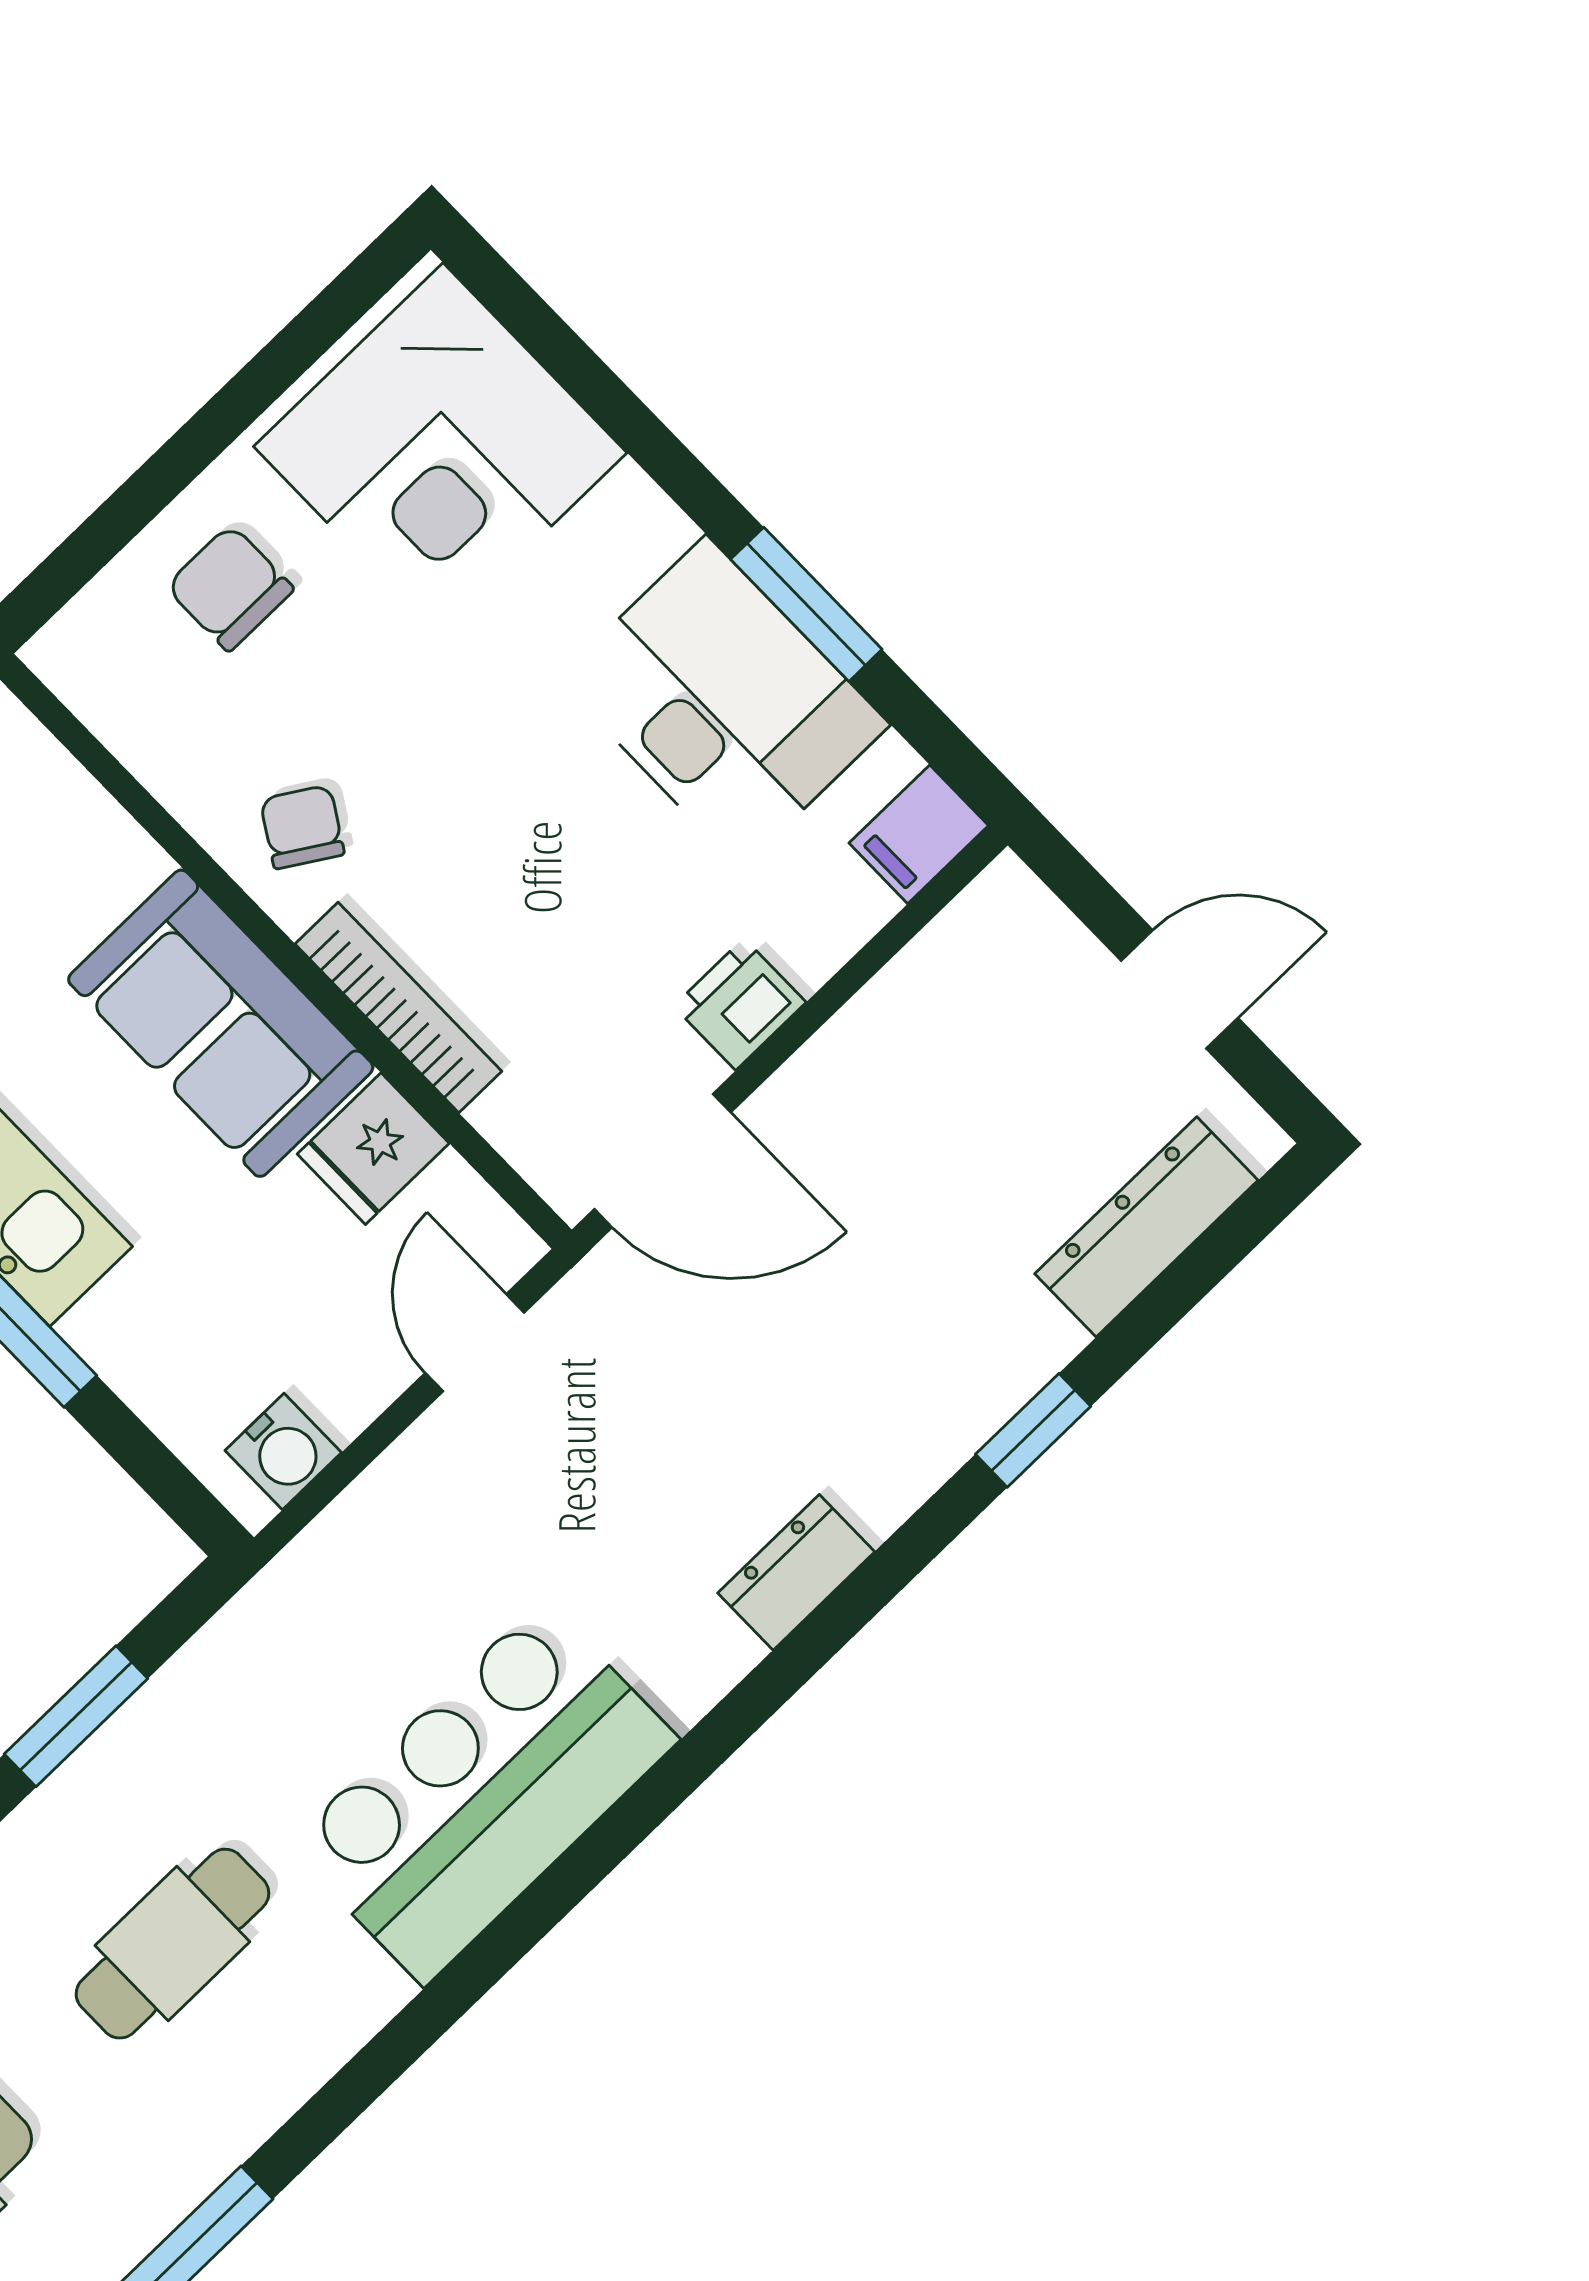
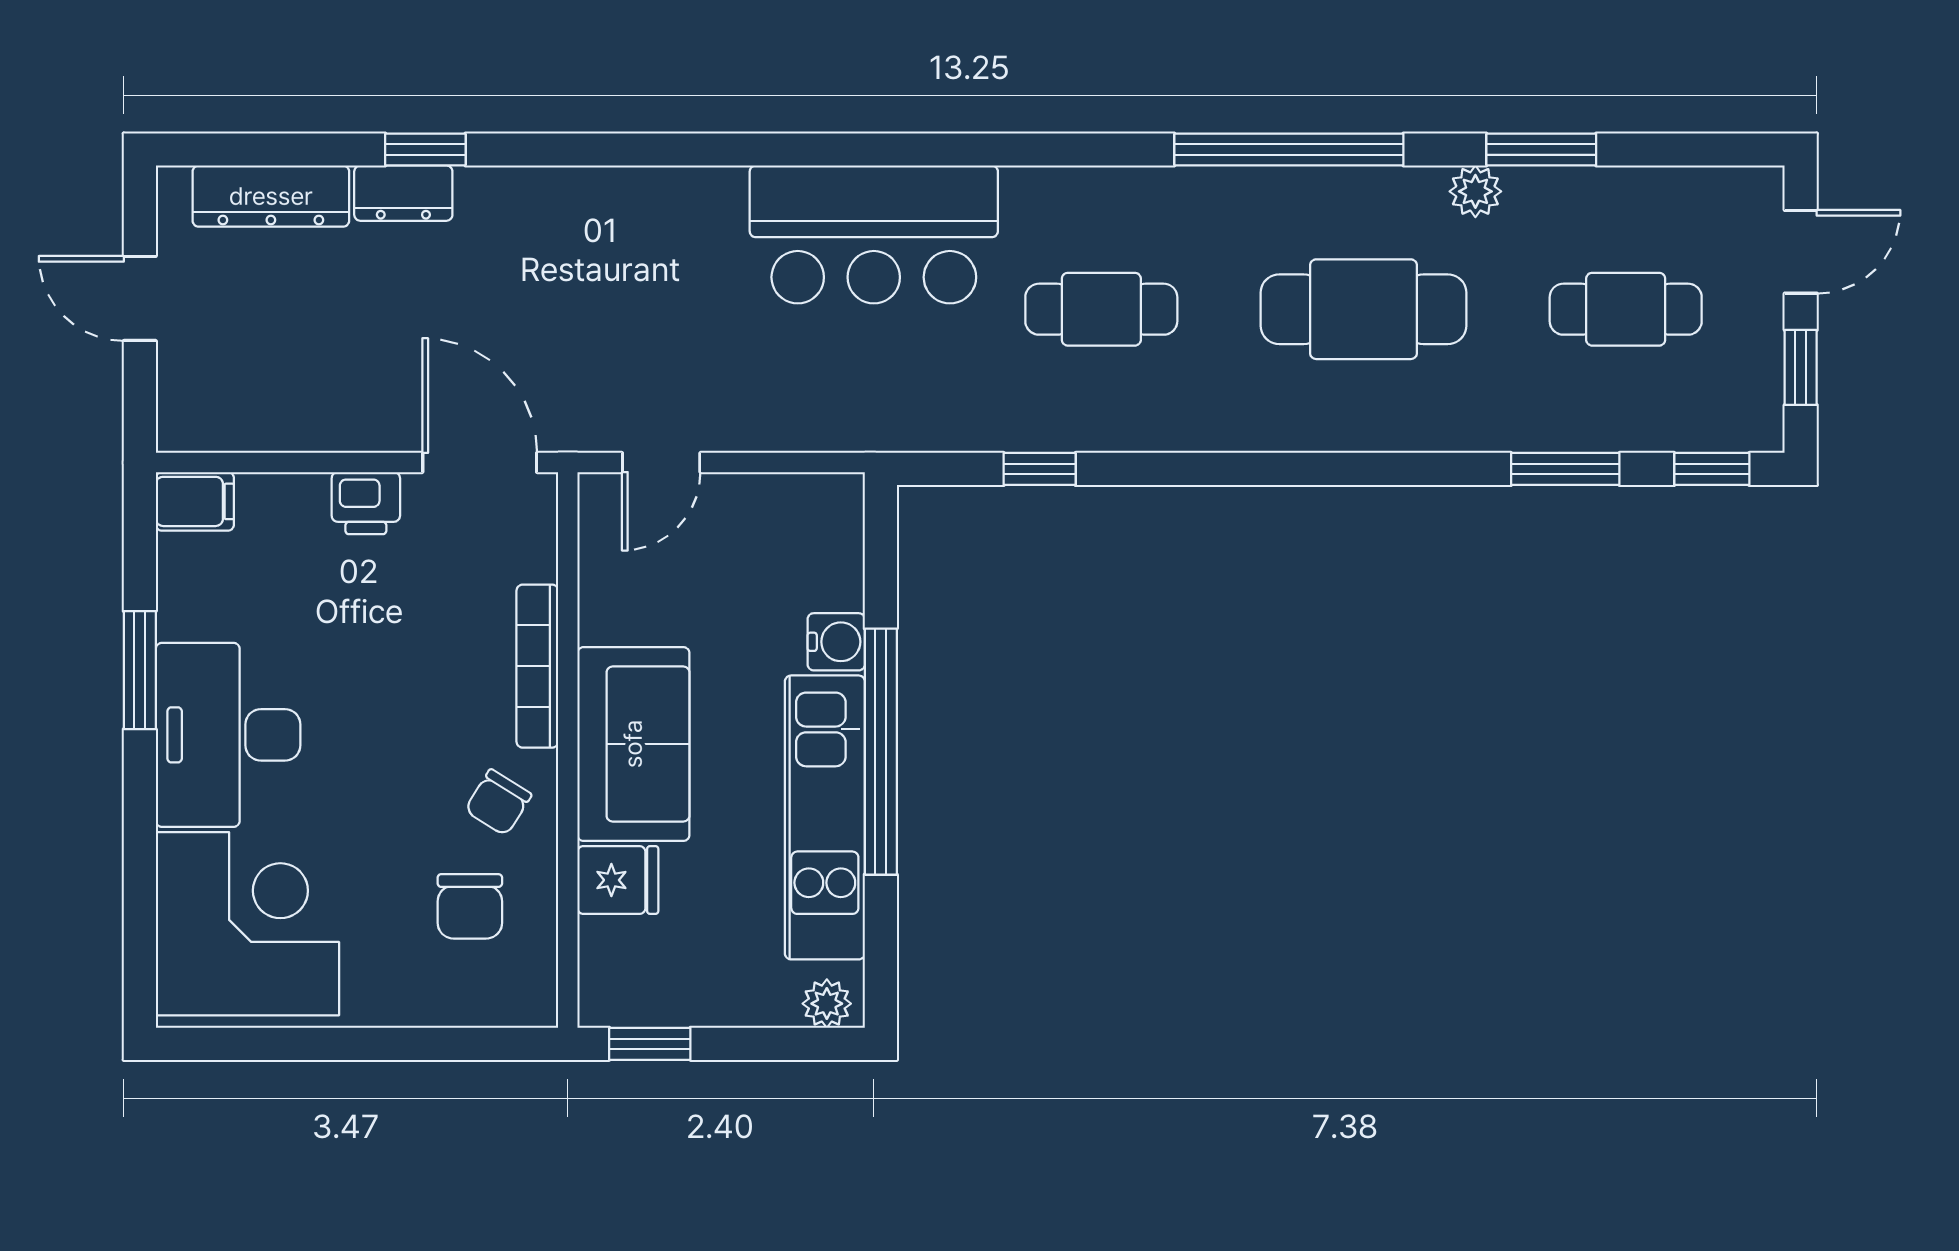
chair: (230, 588) -> (470, 906), moved
desk: (724, 702) -> (228, 735), moved
fridge: (373, 1149) -> (618, 880), moved
water cooler: (283, 1451) -> (836, 642), moved, turned 90
dresser: (796, 1572) -> (403, 193), moved
window: (76, 1716) -> (1040, 469), width x0.67

